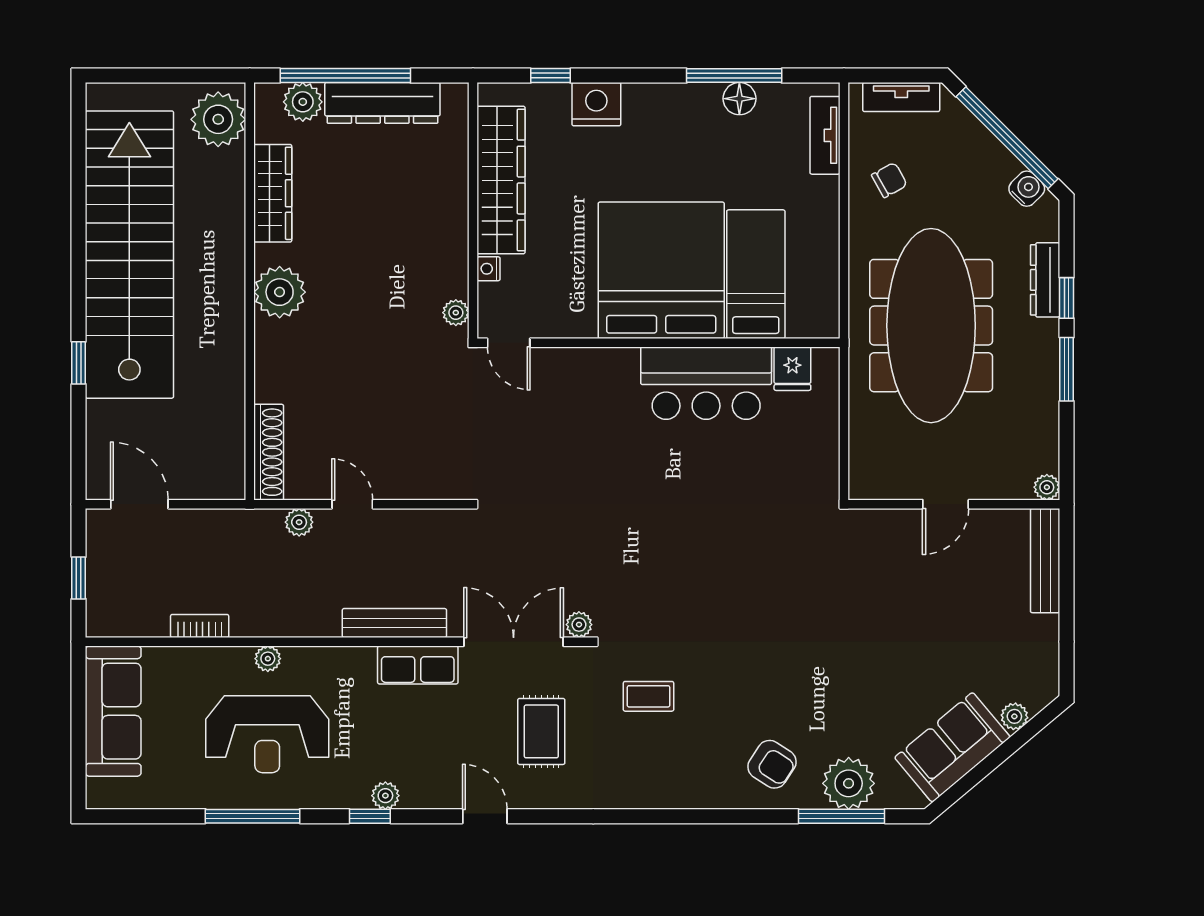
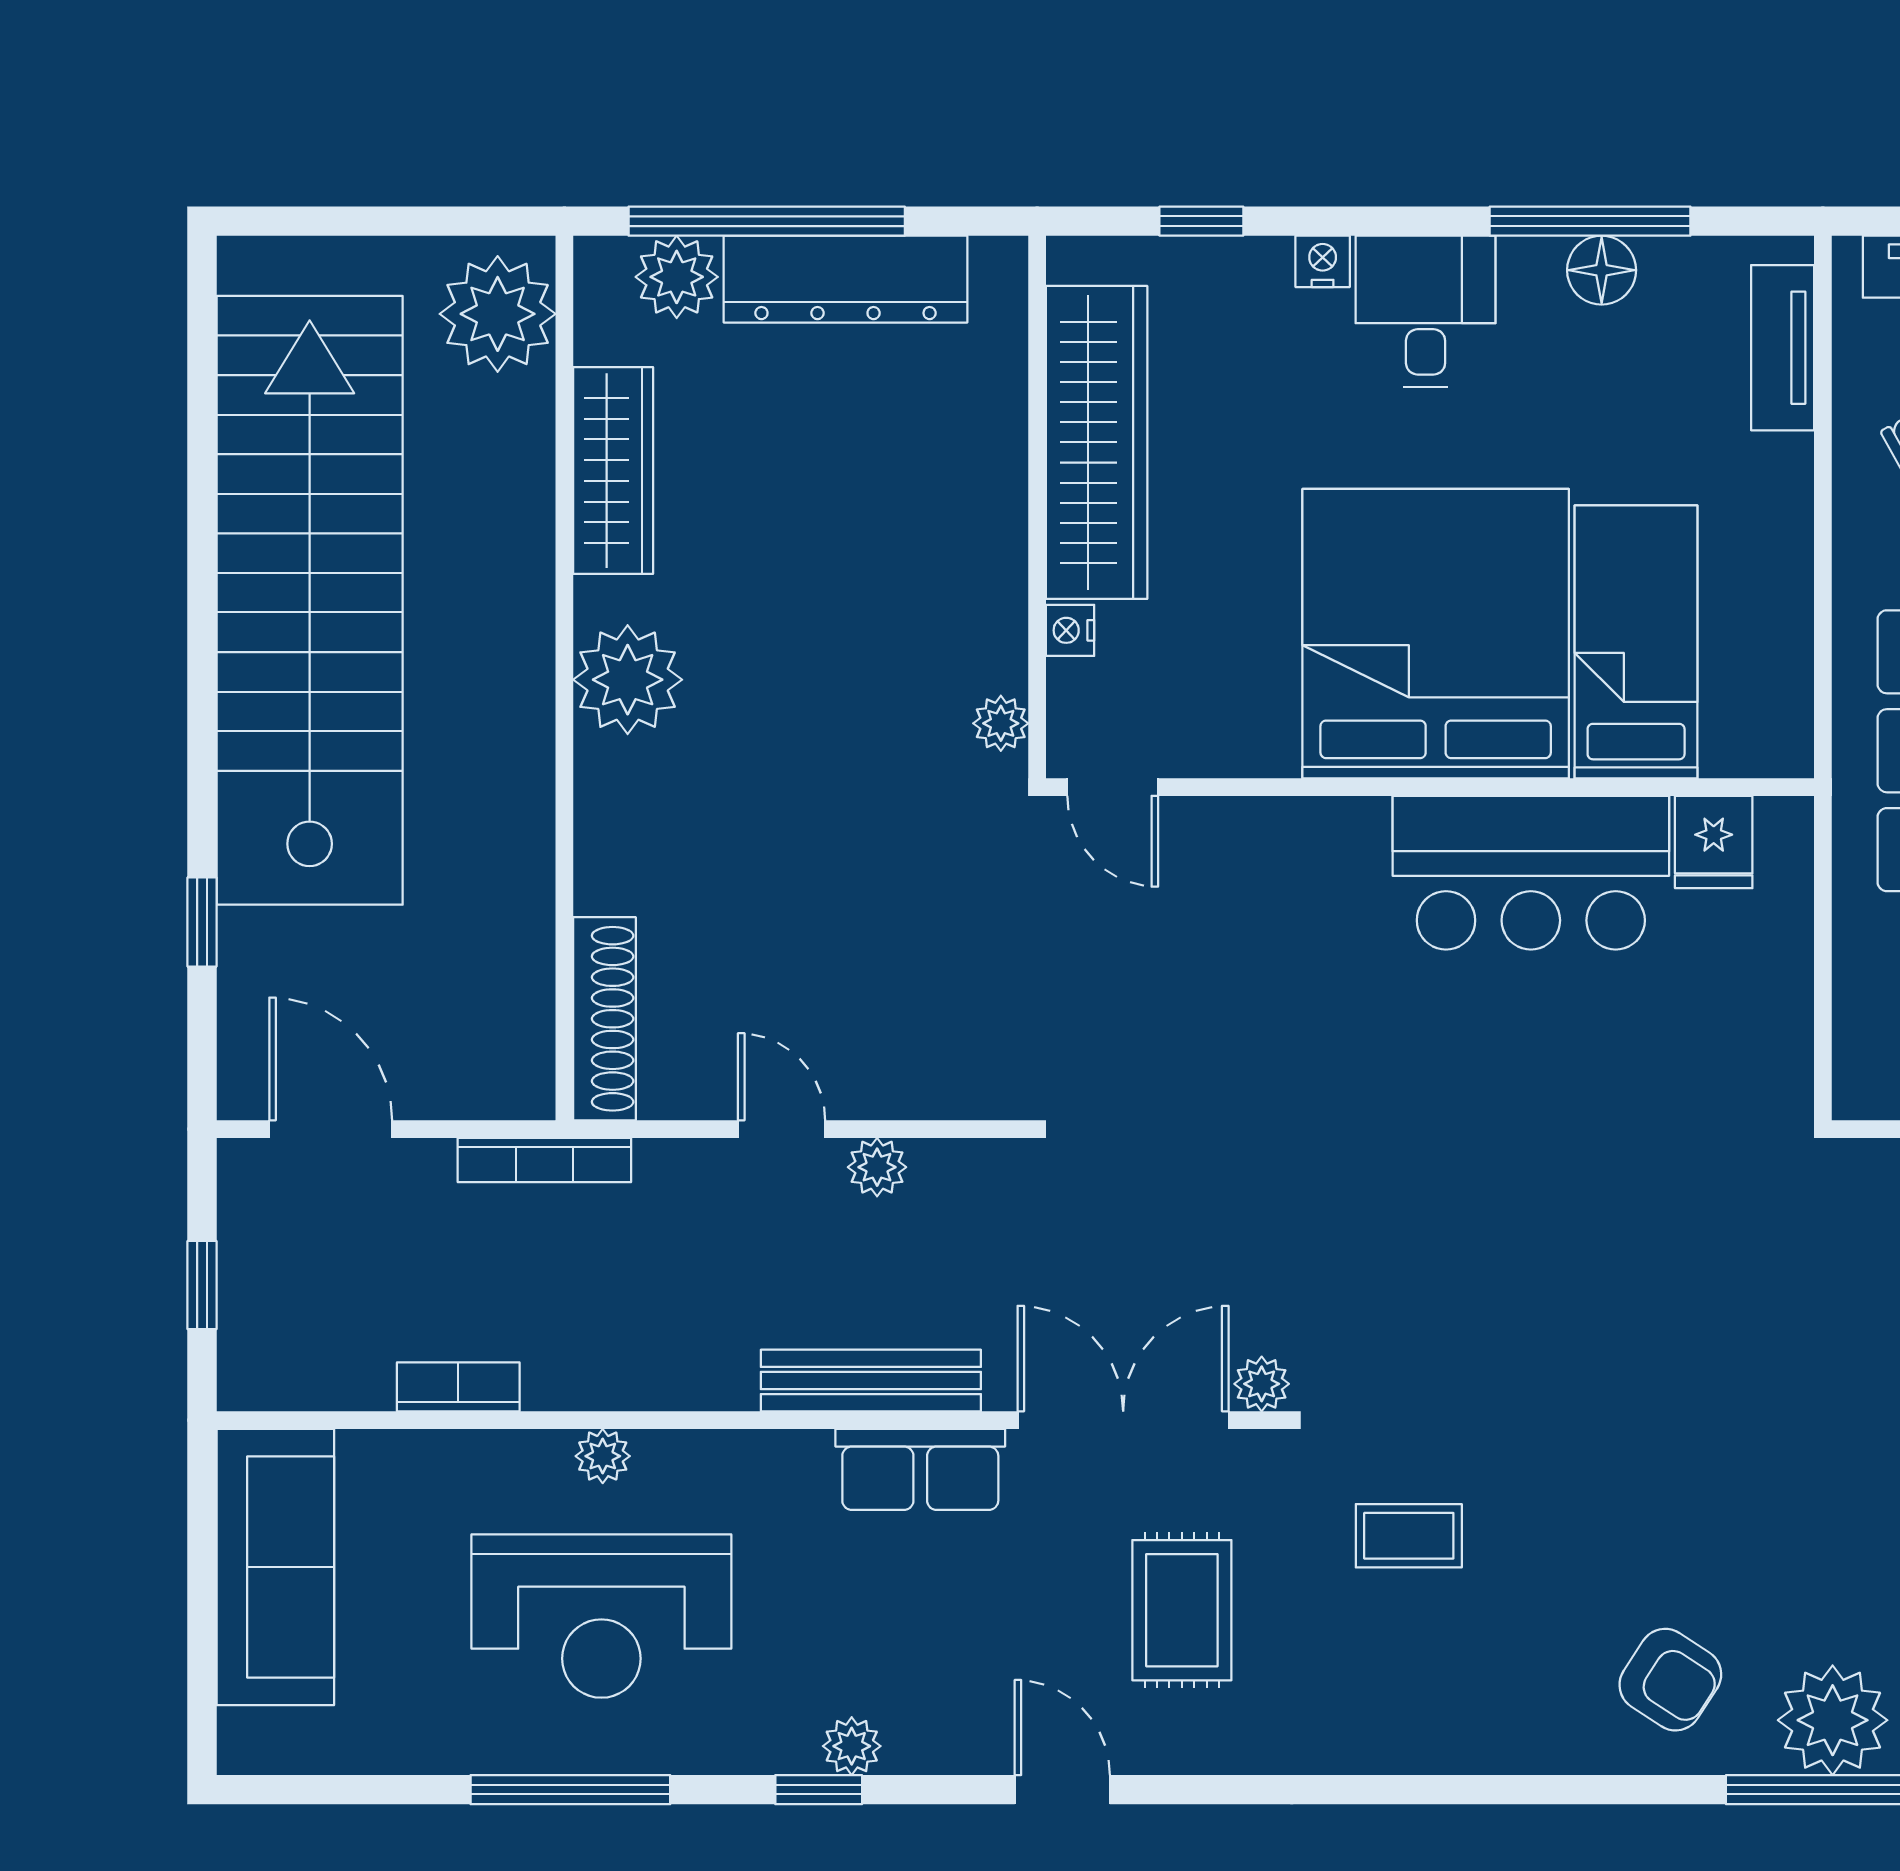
nightstand: (596, 104) -> (1323, 261), width x0.53, depth x0.56
desk: (656, 118) -> (1426, 311), added
window: (79, 363) -> (202, 922), moved
bookcase: (240, 519) -> (544, 1160), added
plant: (299, 522) -> (877, 1167), moved

